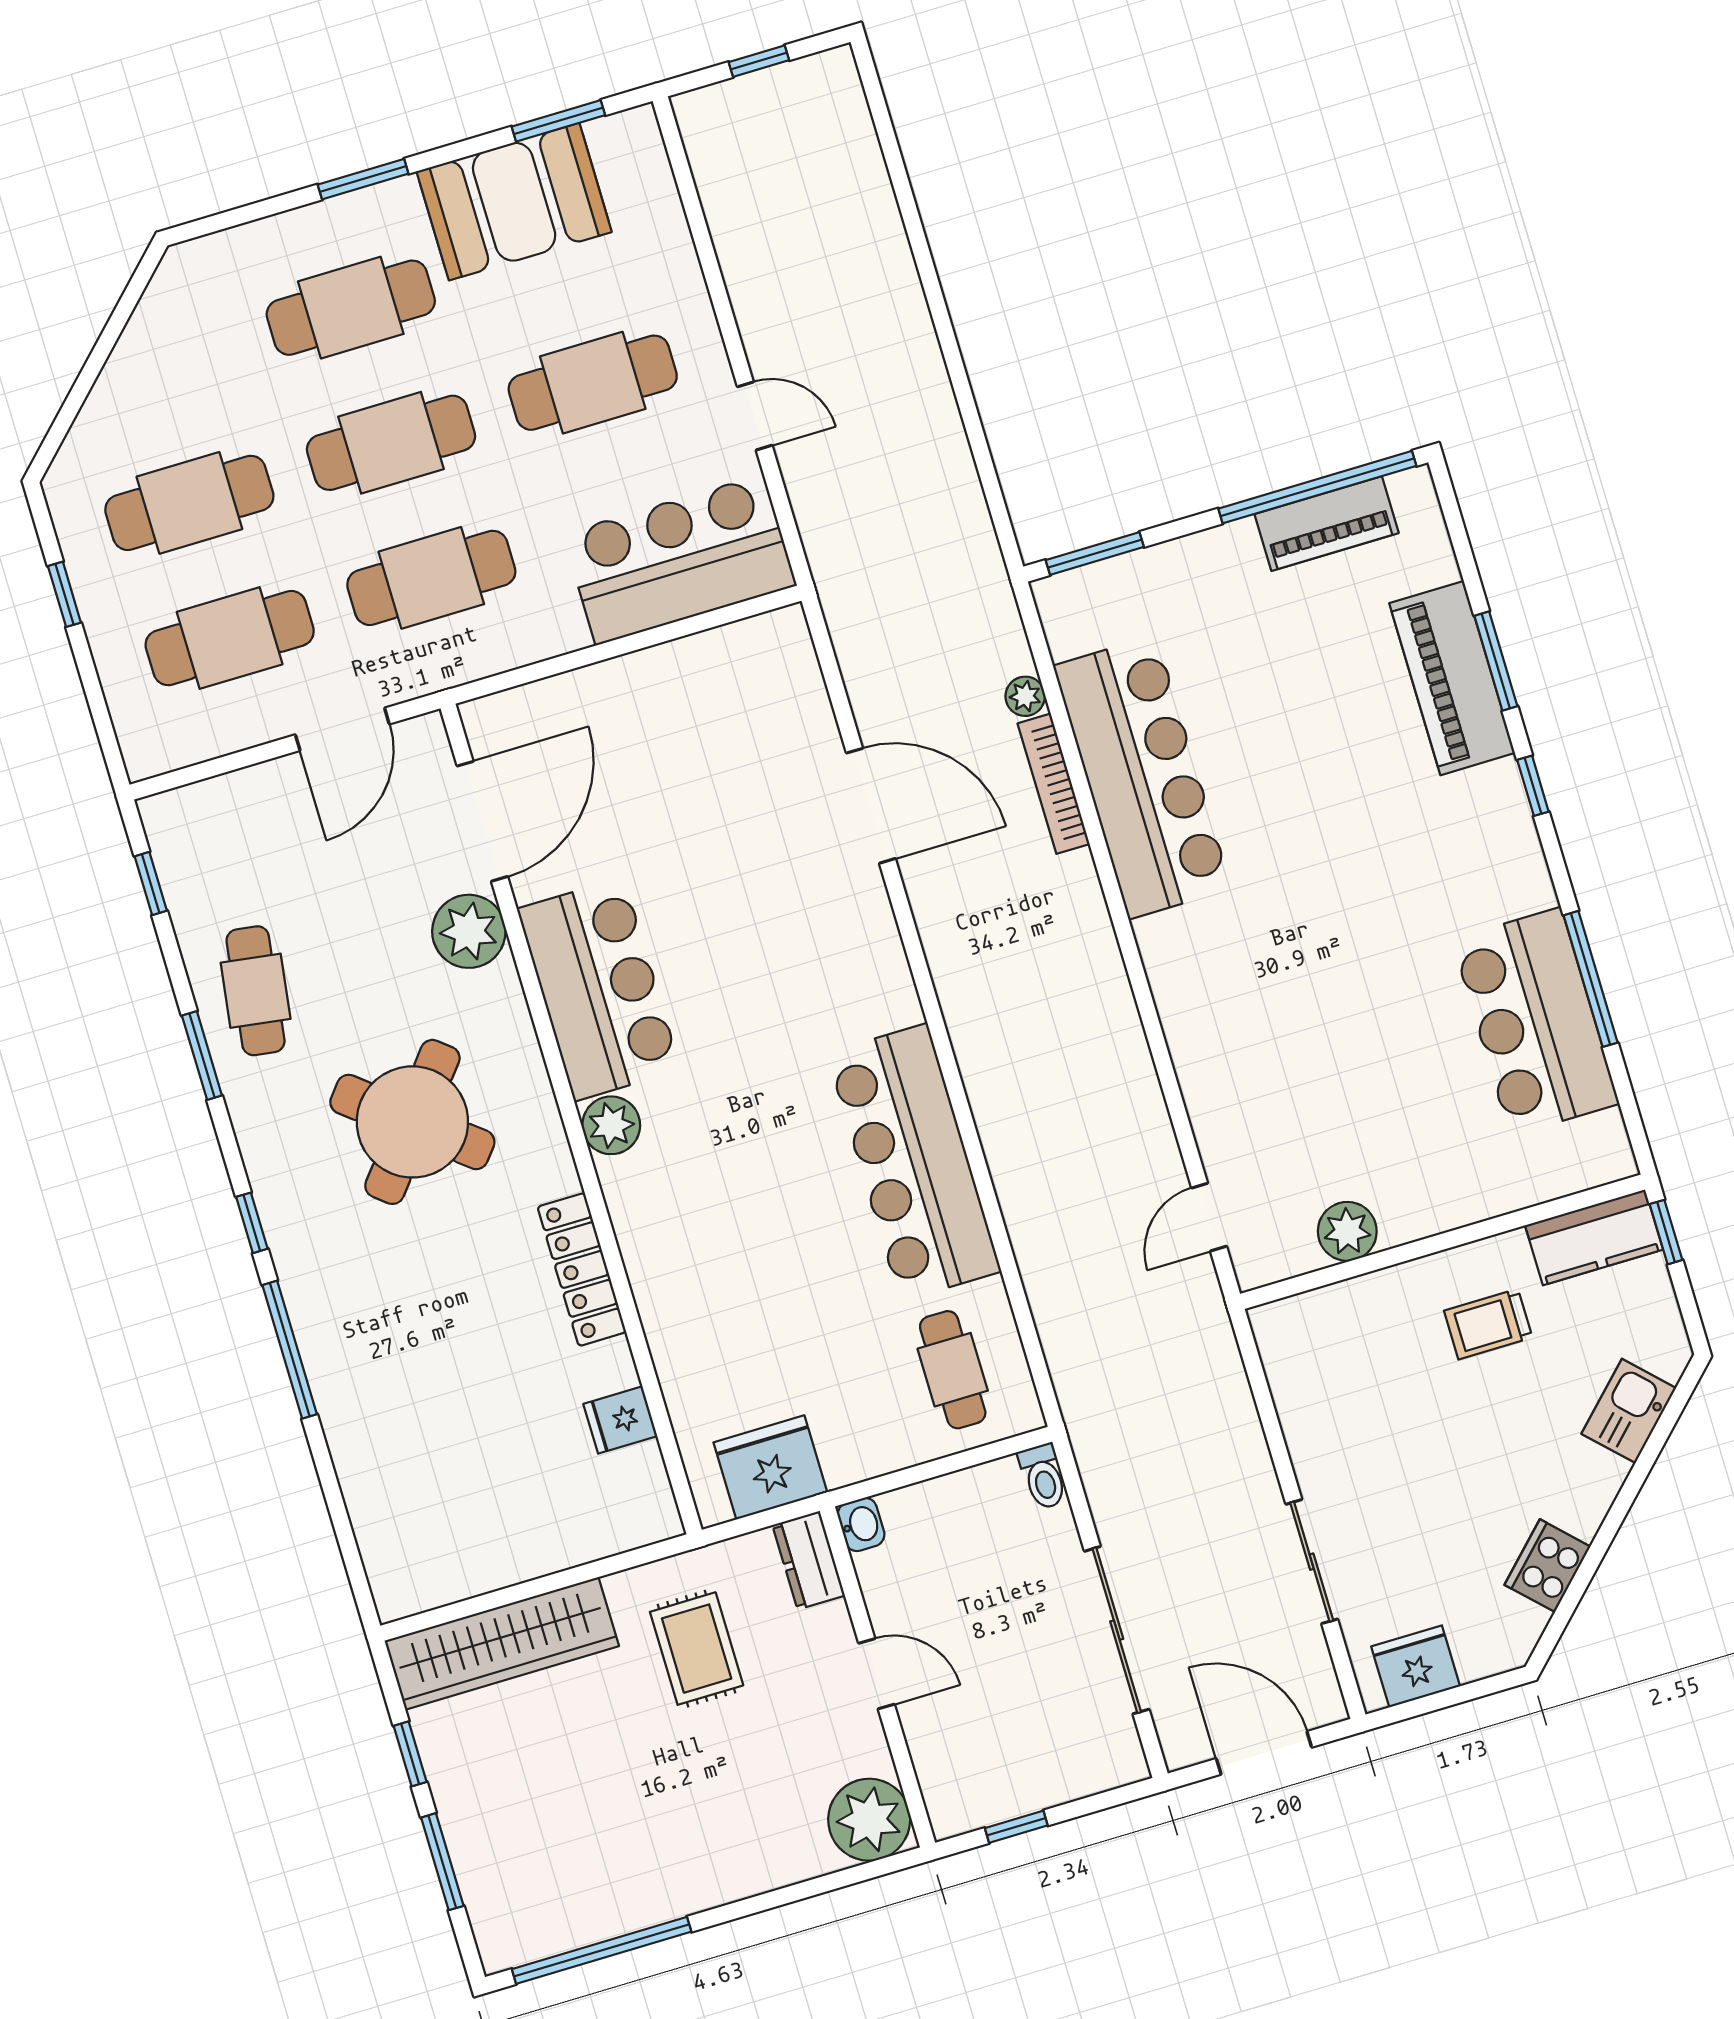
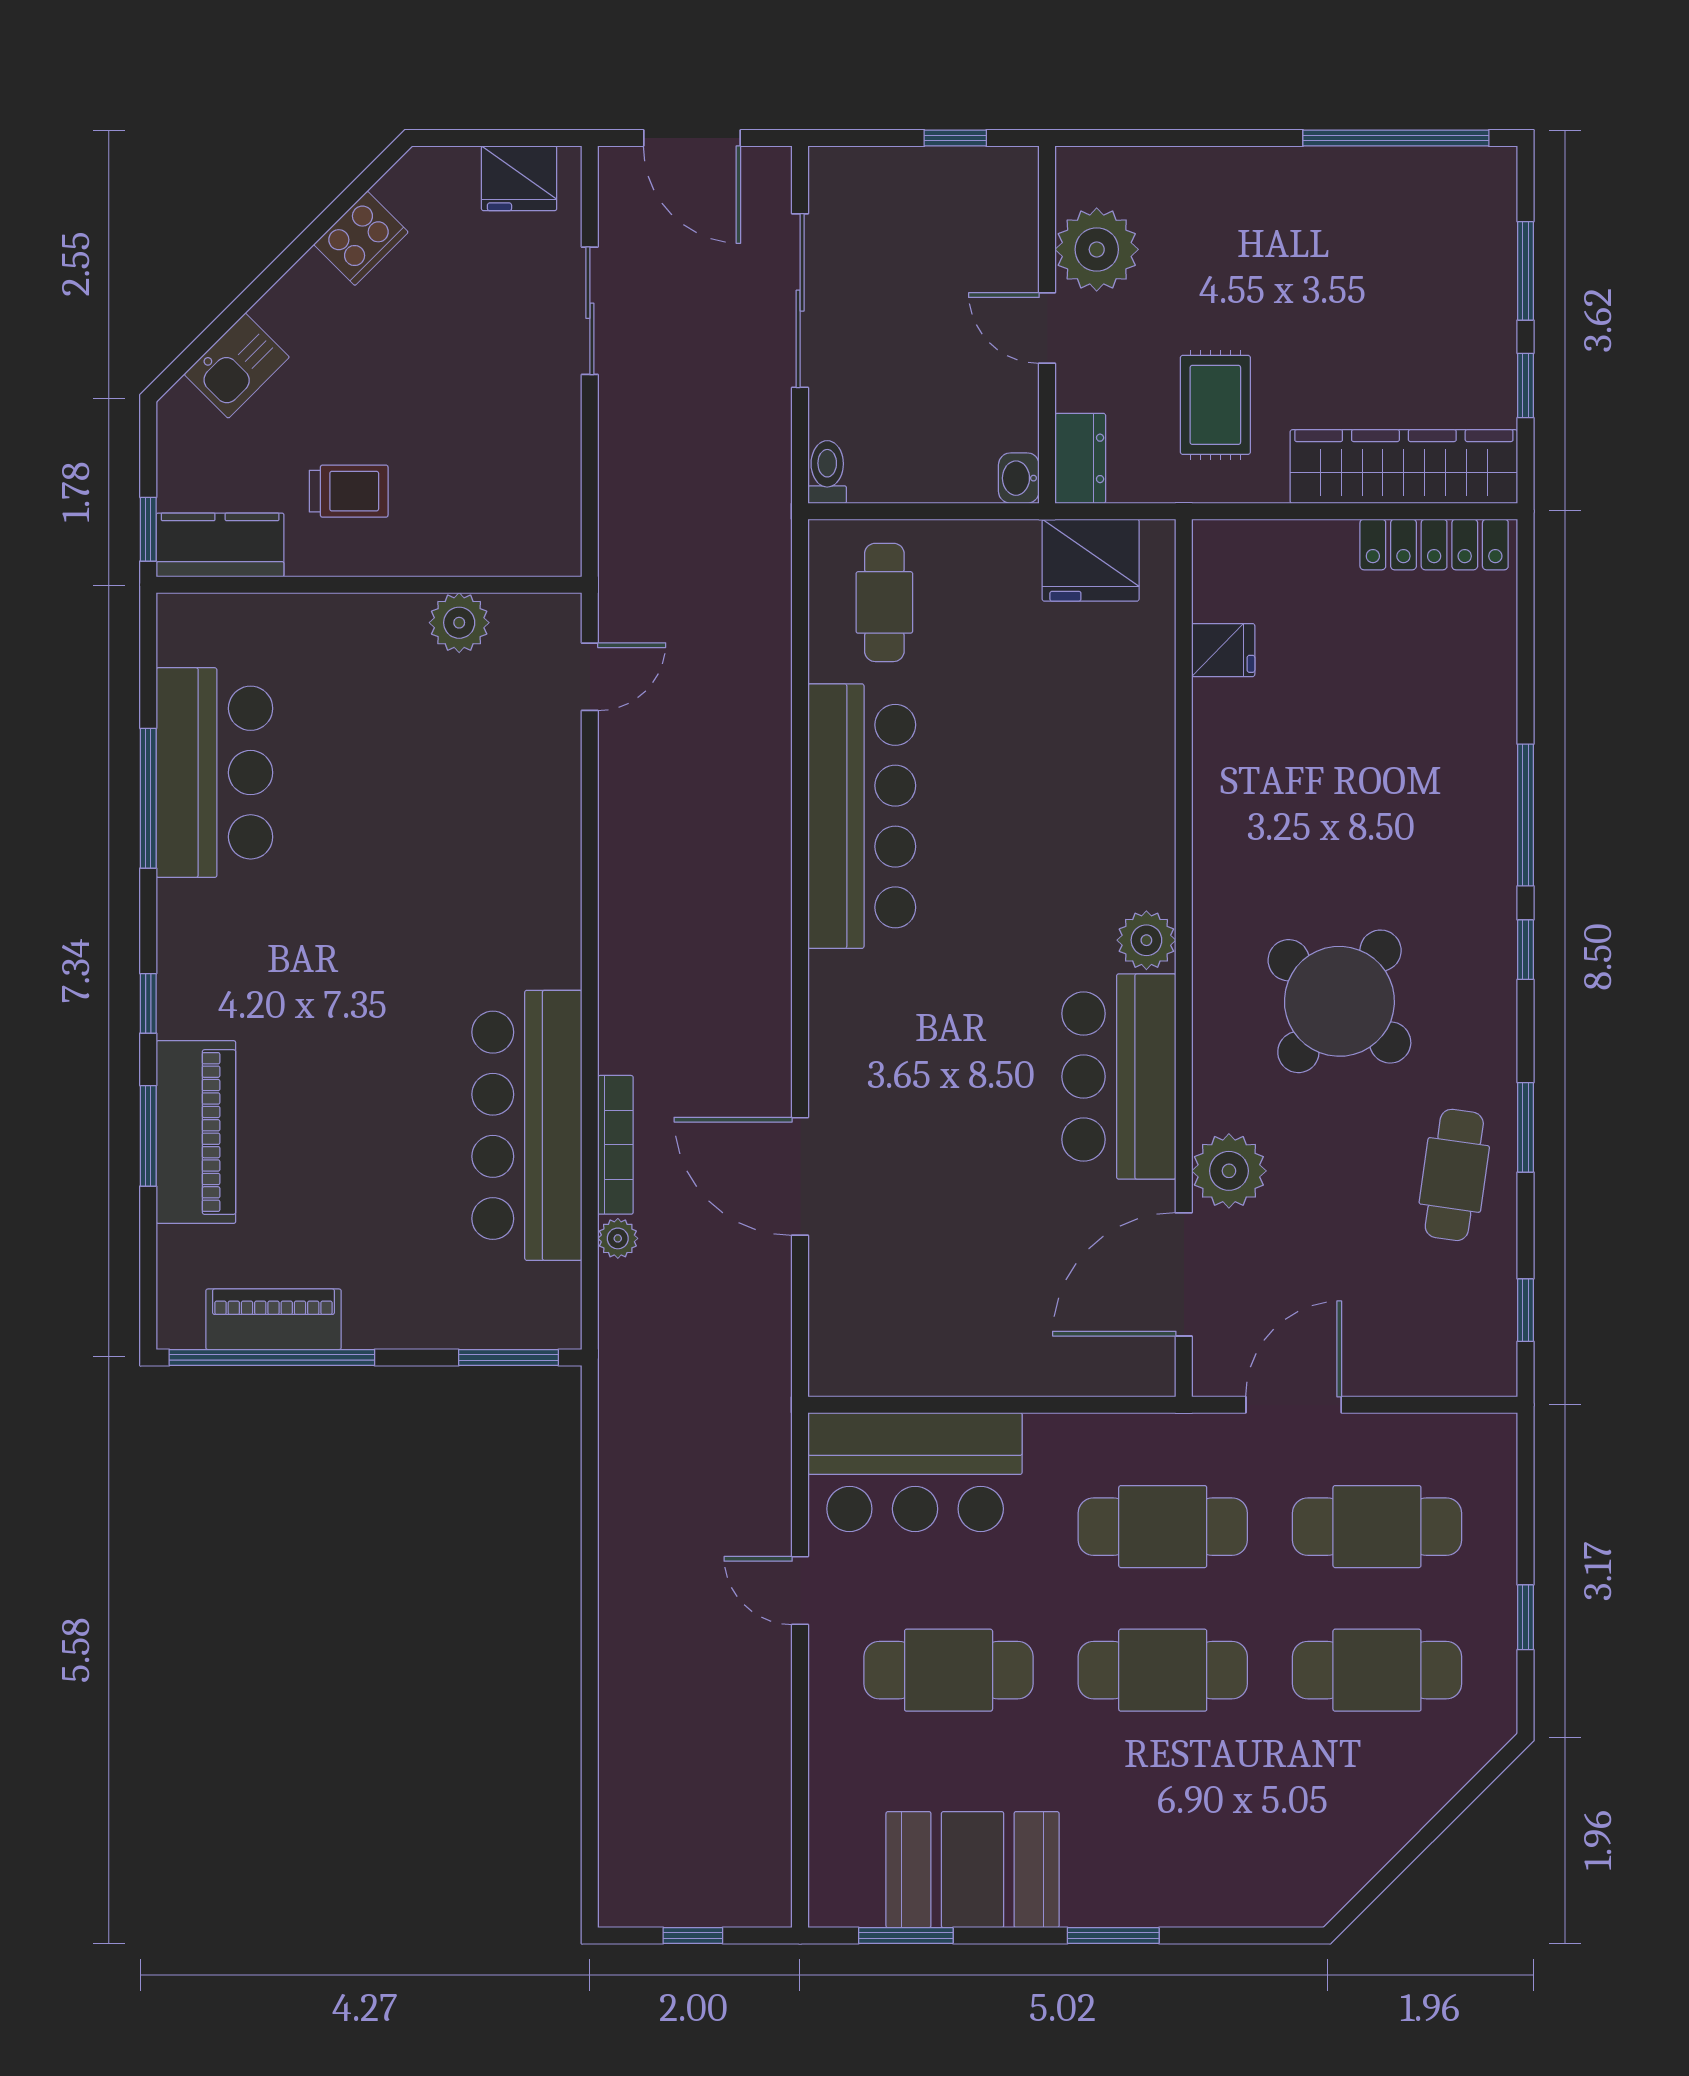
cafe table: (351, 308) -> (1163, 1814), removed
locker: (582, 1269) -> (1434, 544), moved, turned 90
plant: (869, 1820) -> (1097, 249), moved

